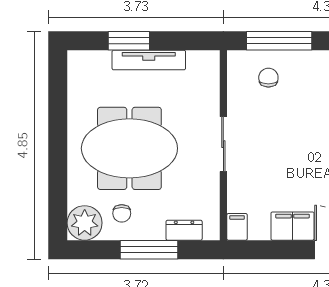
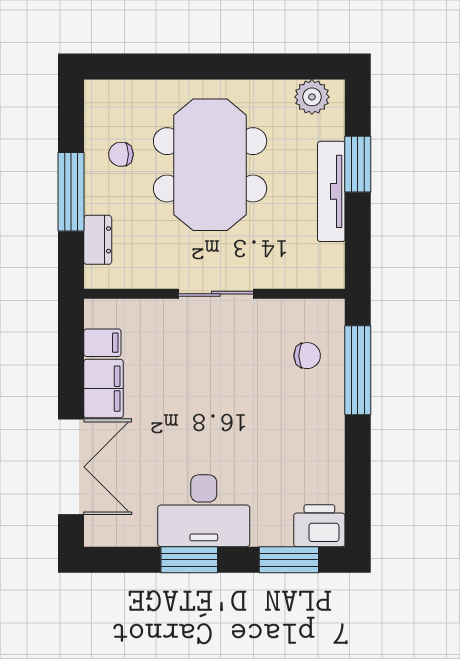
plant: (85, 223) -> (312, 97), moved, width x0.73, depth x0.73
filing cabinet: (237, 227) -> (102, 343), moved

